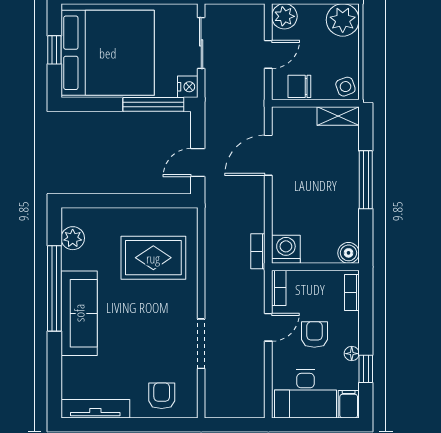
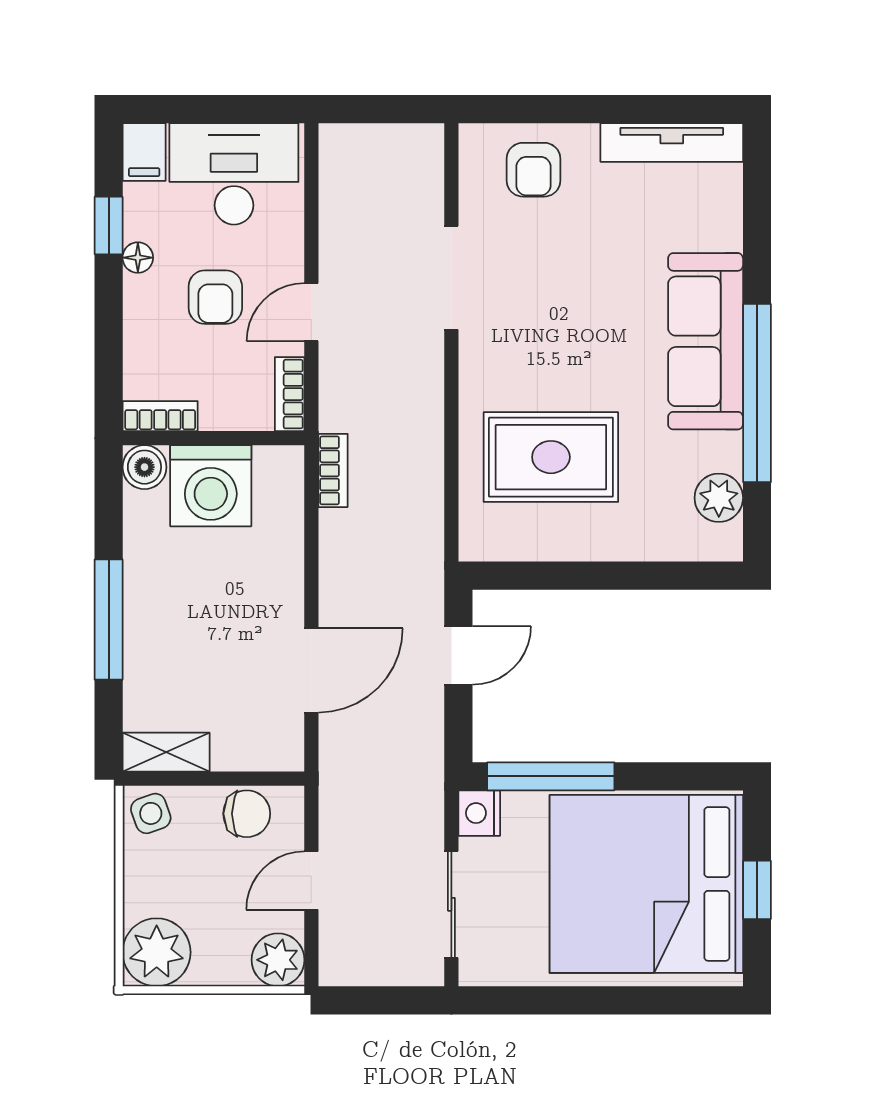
washing machine: (286, 249) -> (211, 486), moved, width x1.37, depth x1.37
bookcase: (352, 292) -> (160, 416), moved, turned -90

